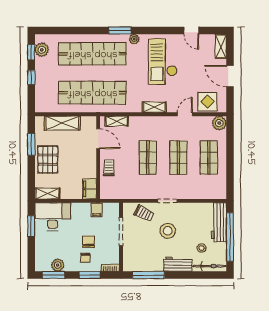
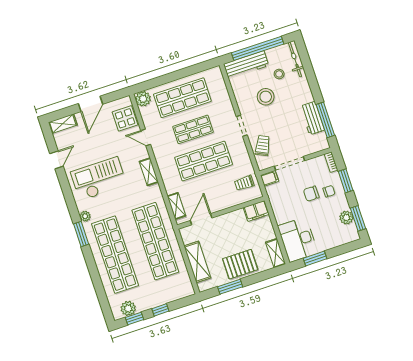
checkout: (163, 62) -> (99, 179), turned 180
shop shelf: (148, 158) -> (204, 161), width x1.43, depth x1.36
shop shelf: (209, 158) -> (182, 98), width x1.43, depth x1.36
trolley: (109, 168) -> (244, 183), moved
filing cabinet: (97, 210) -> (270, 178), moved
stool: (168, 231) -> (266, 97), moved
workbench: (178, 264) -> (312, 118), moved

